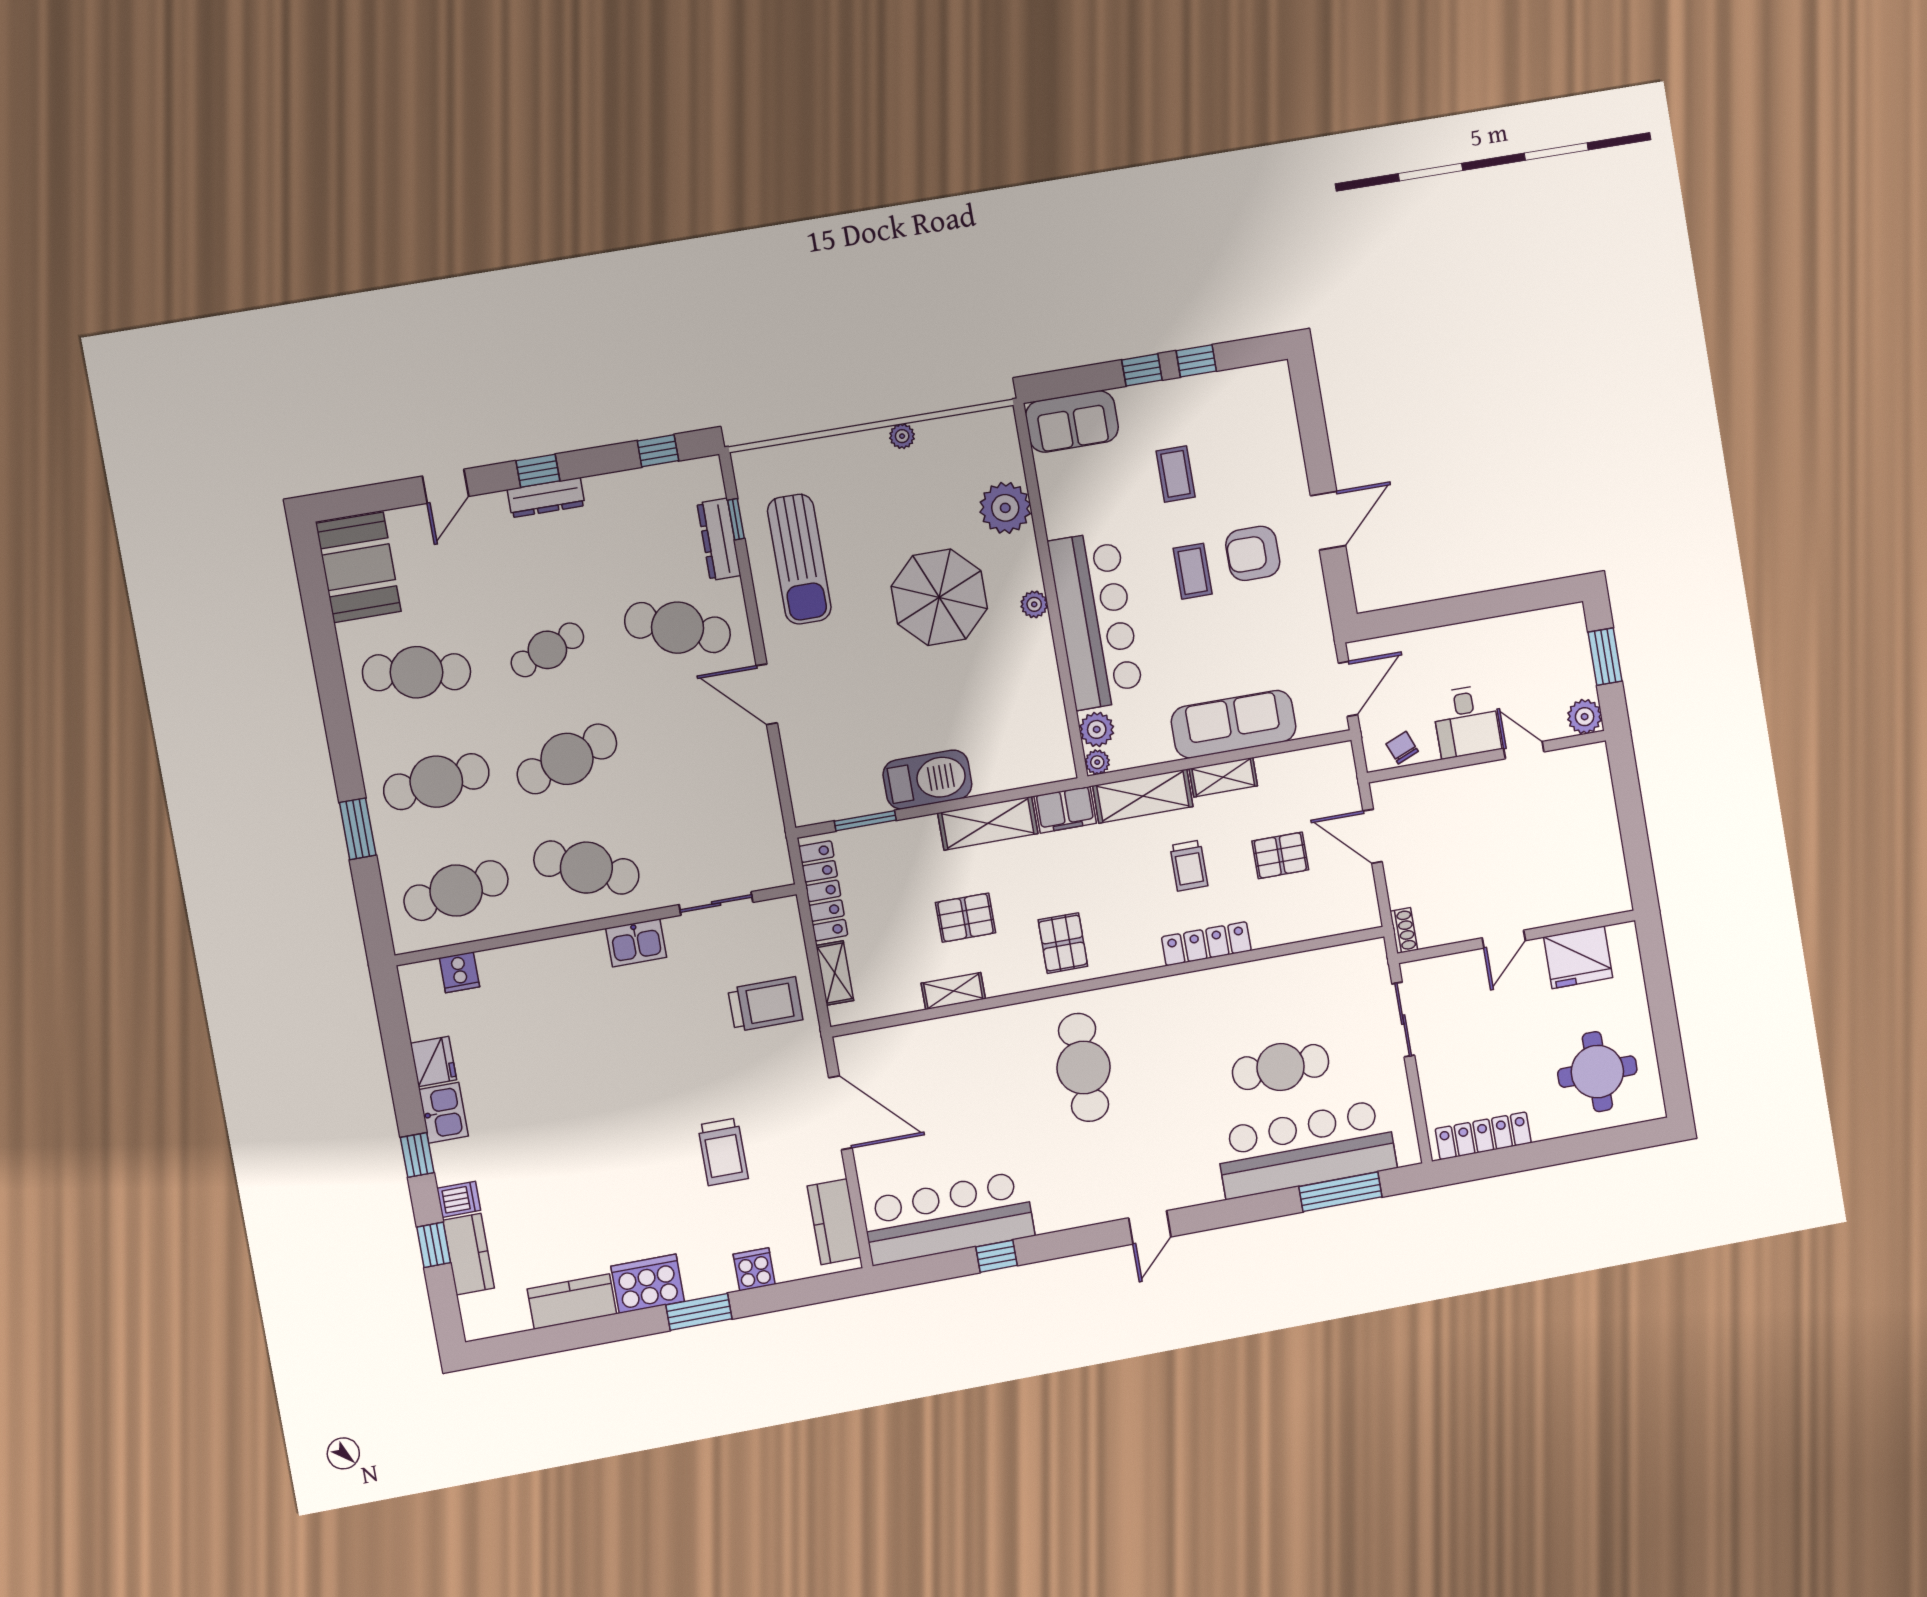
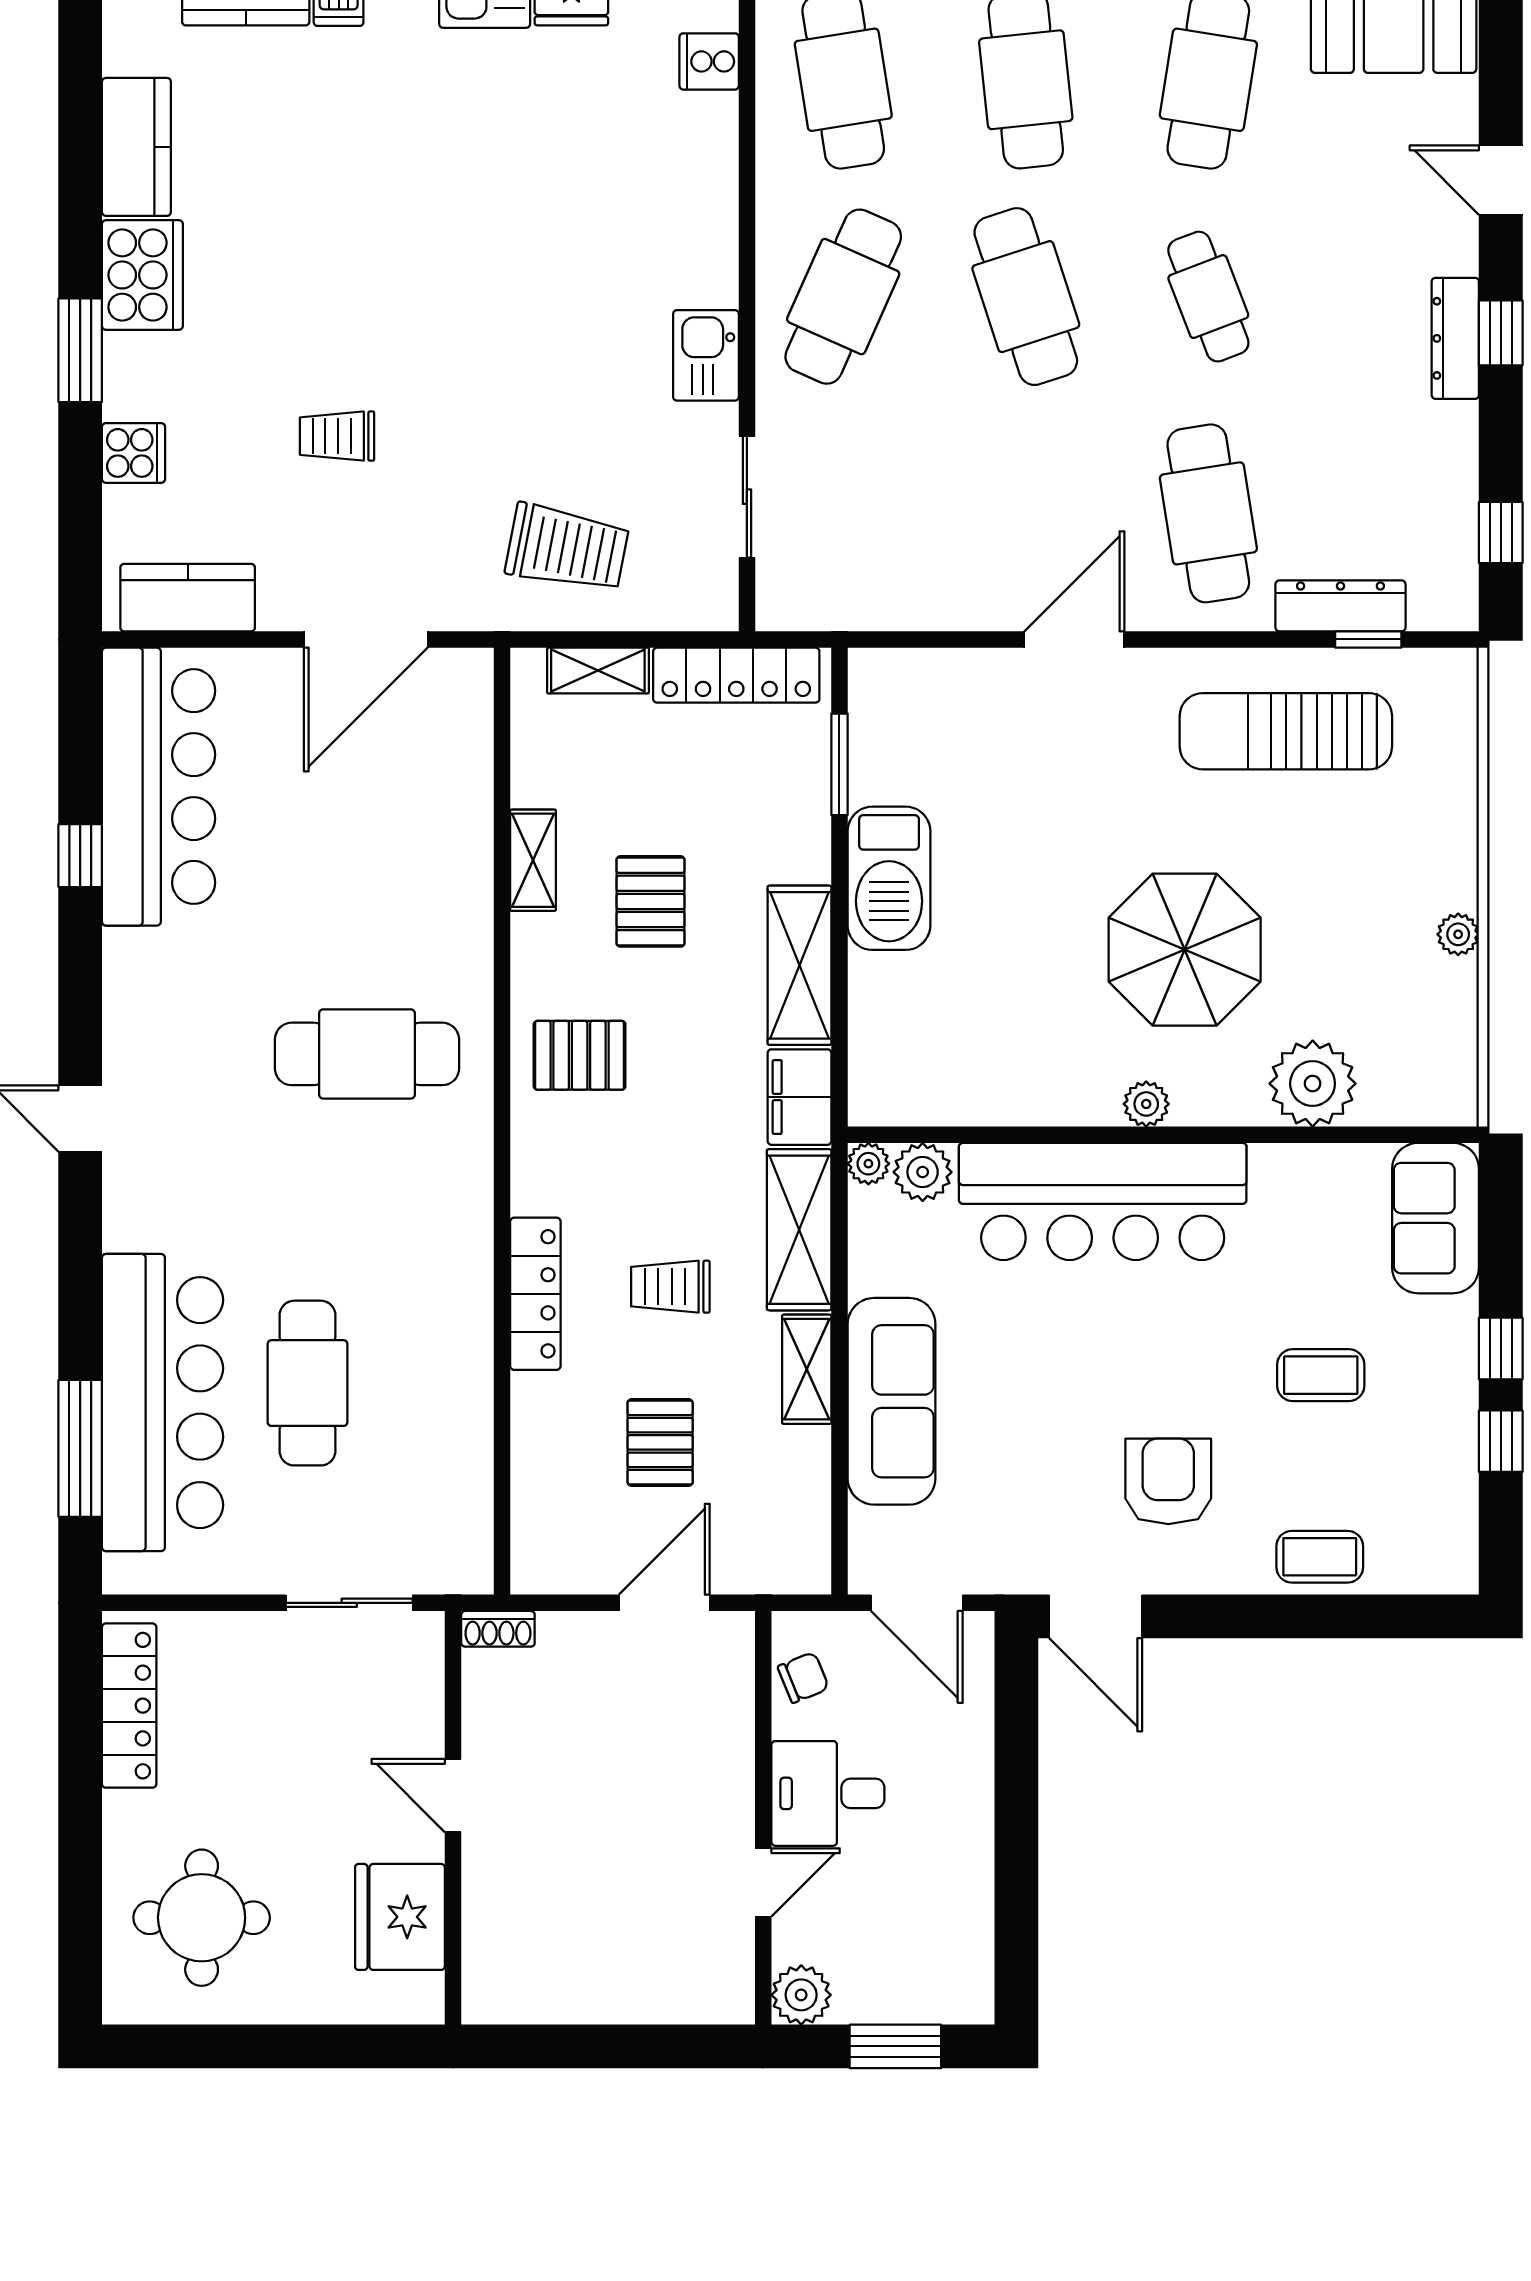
door: (1328, 521) -> (1096, 1616), moved
coffee table: (1193, 571) -> (1320, 1557), moved
cafe table: (678, 628) -> (1208, 513), turned -30
trolley: (765, 1004) -> (567, 548), turned -79
trolley: (723, 1152) -> (337, 436), width x0.73, depth x0.72

